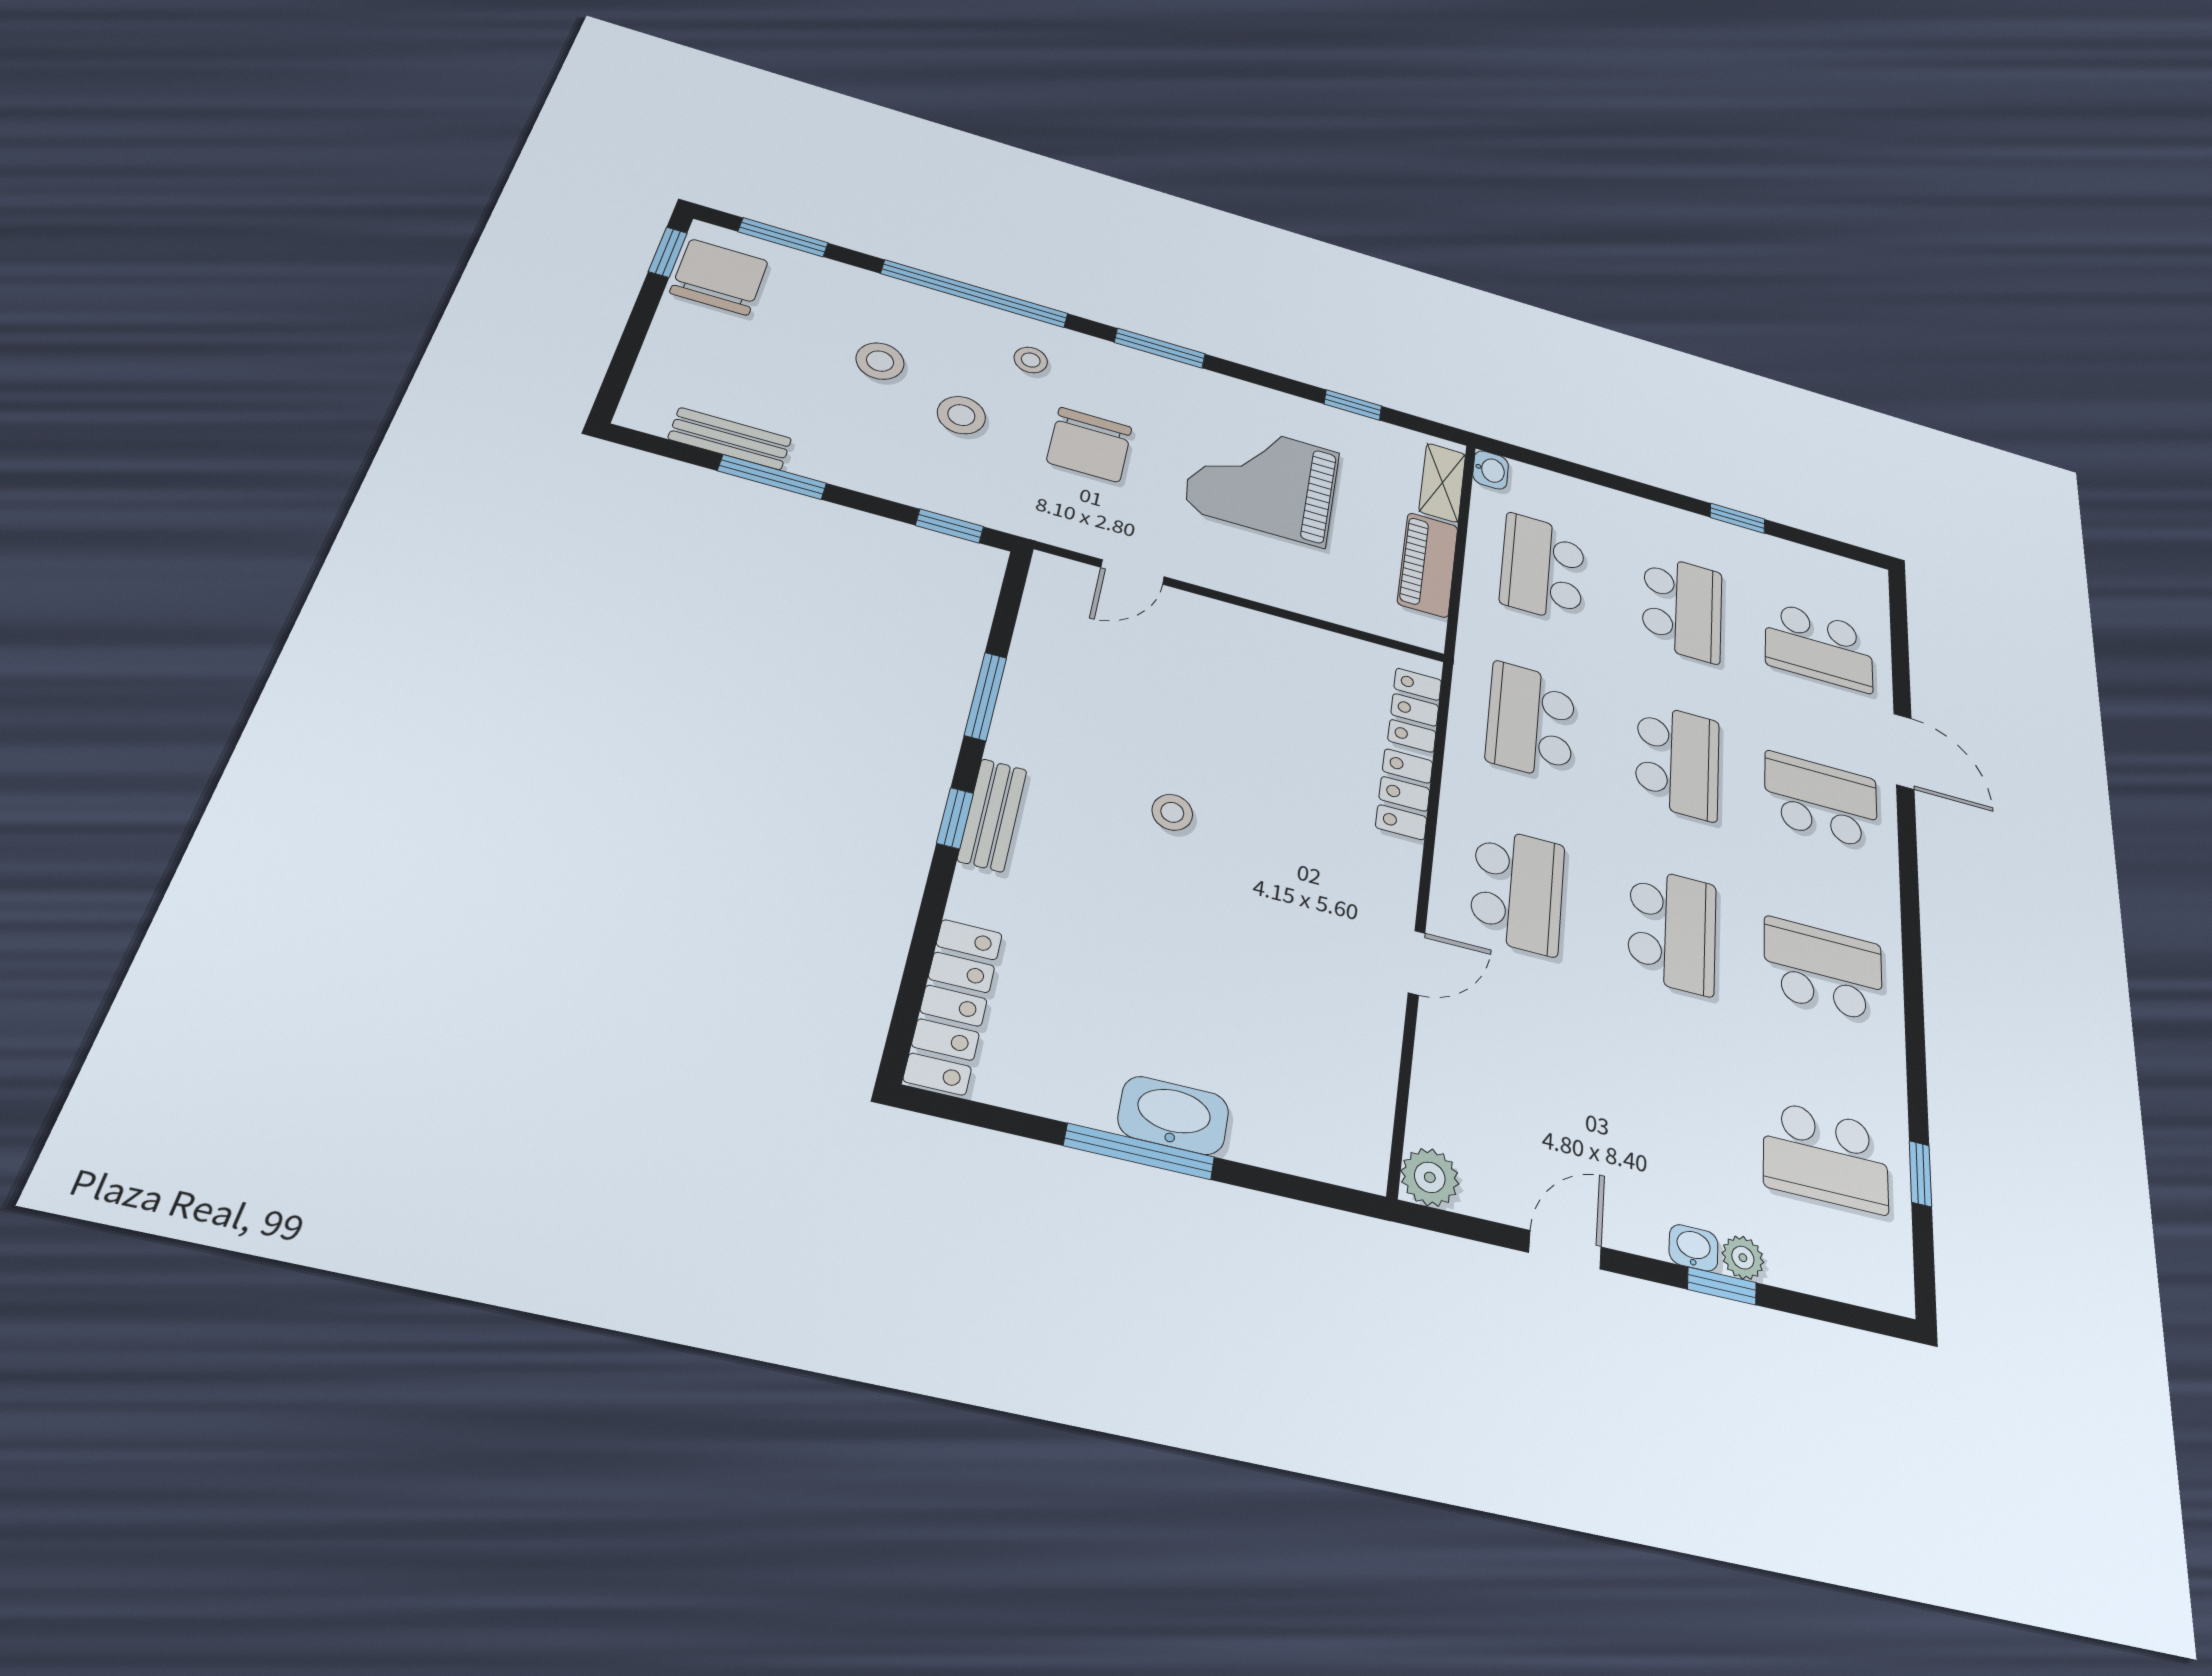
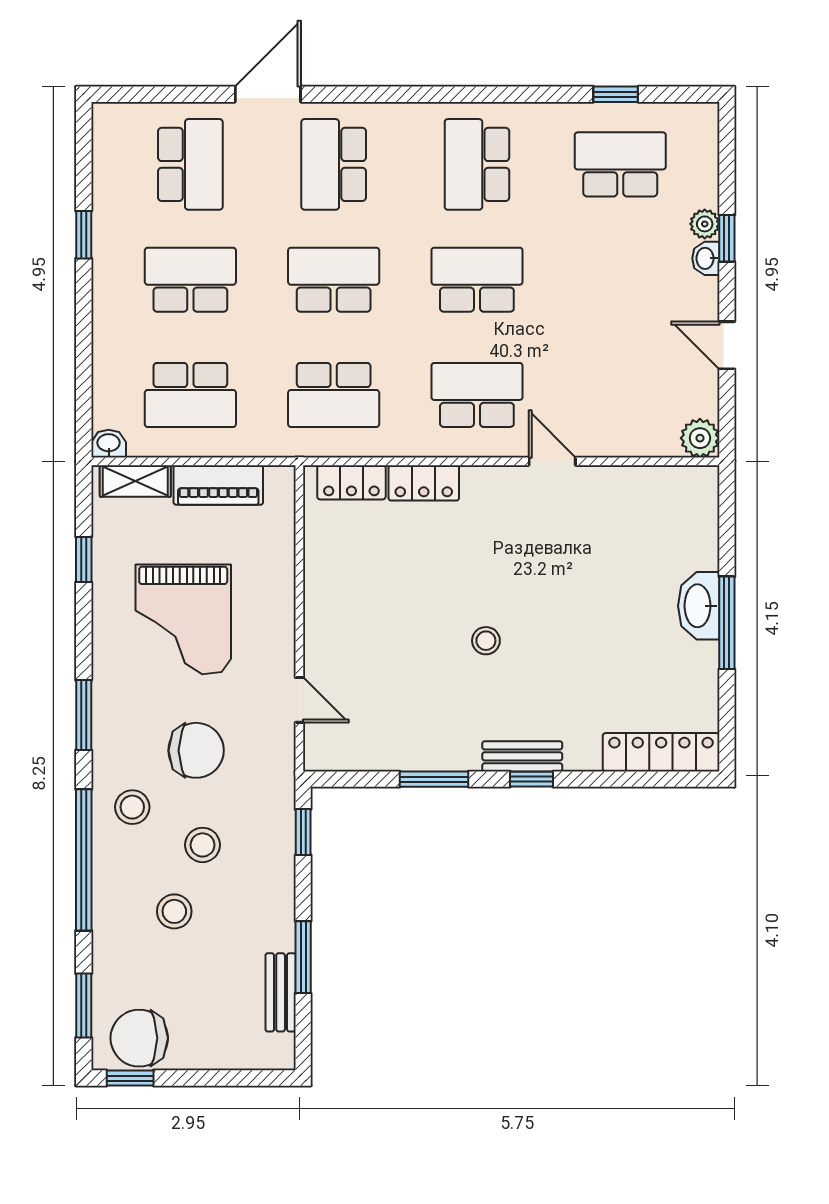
stool: (1031, 360) -> (132, 807), width x1.37, depth x1.37
school desk: (1826, 1157) -> (620, 164), turned -90

